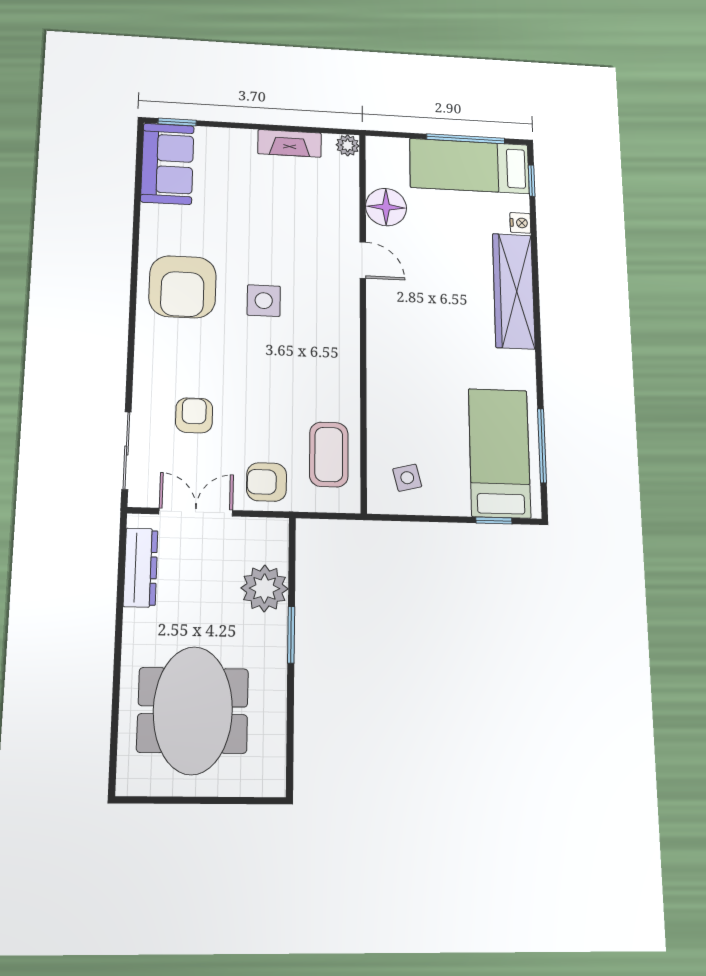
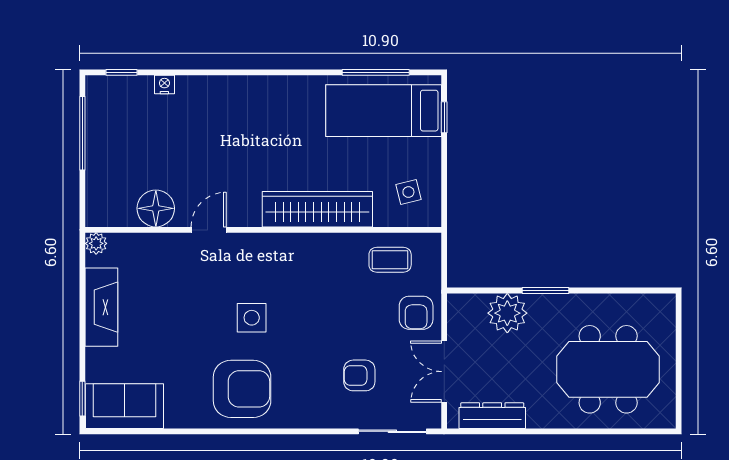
fireplace: (290, 143) -> (101, 307), width x1.37, depth x1.32
bed: (470, 166) -> (110, 130), removed
wardrobe: (514, 291) -> (317, 209), moved, turned 180
coffee table: (329, 454) -> (390, 260), width x0.73, depth x0.77

